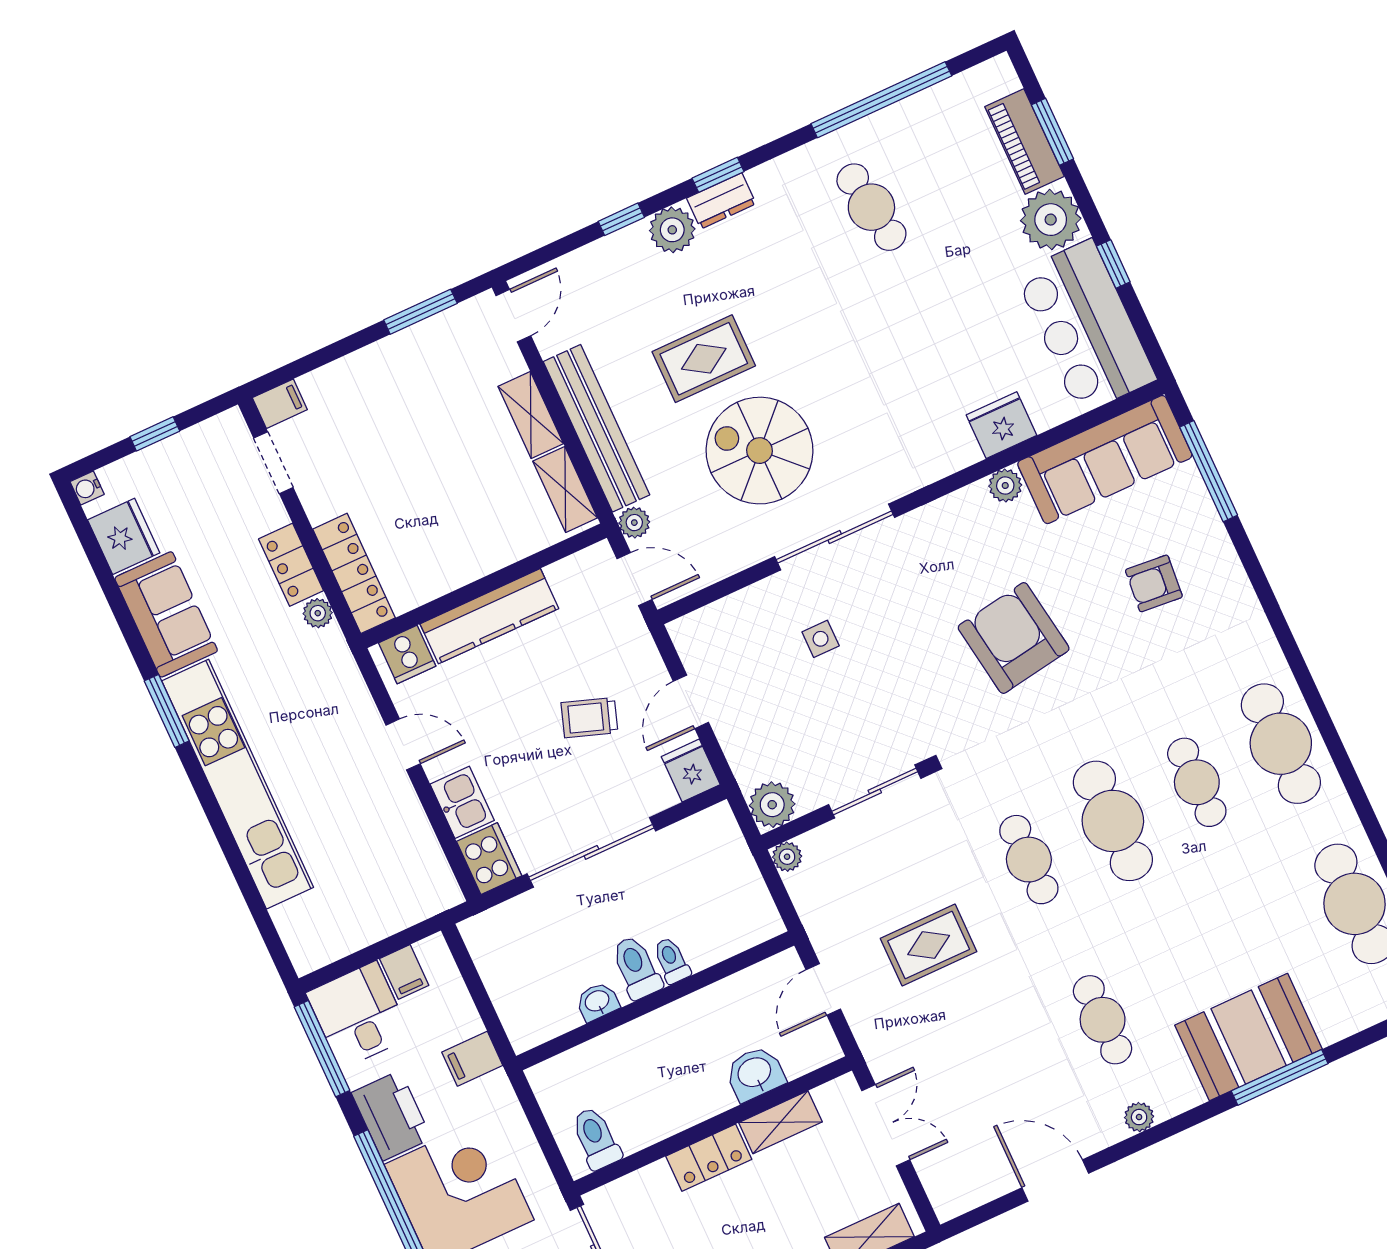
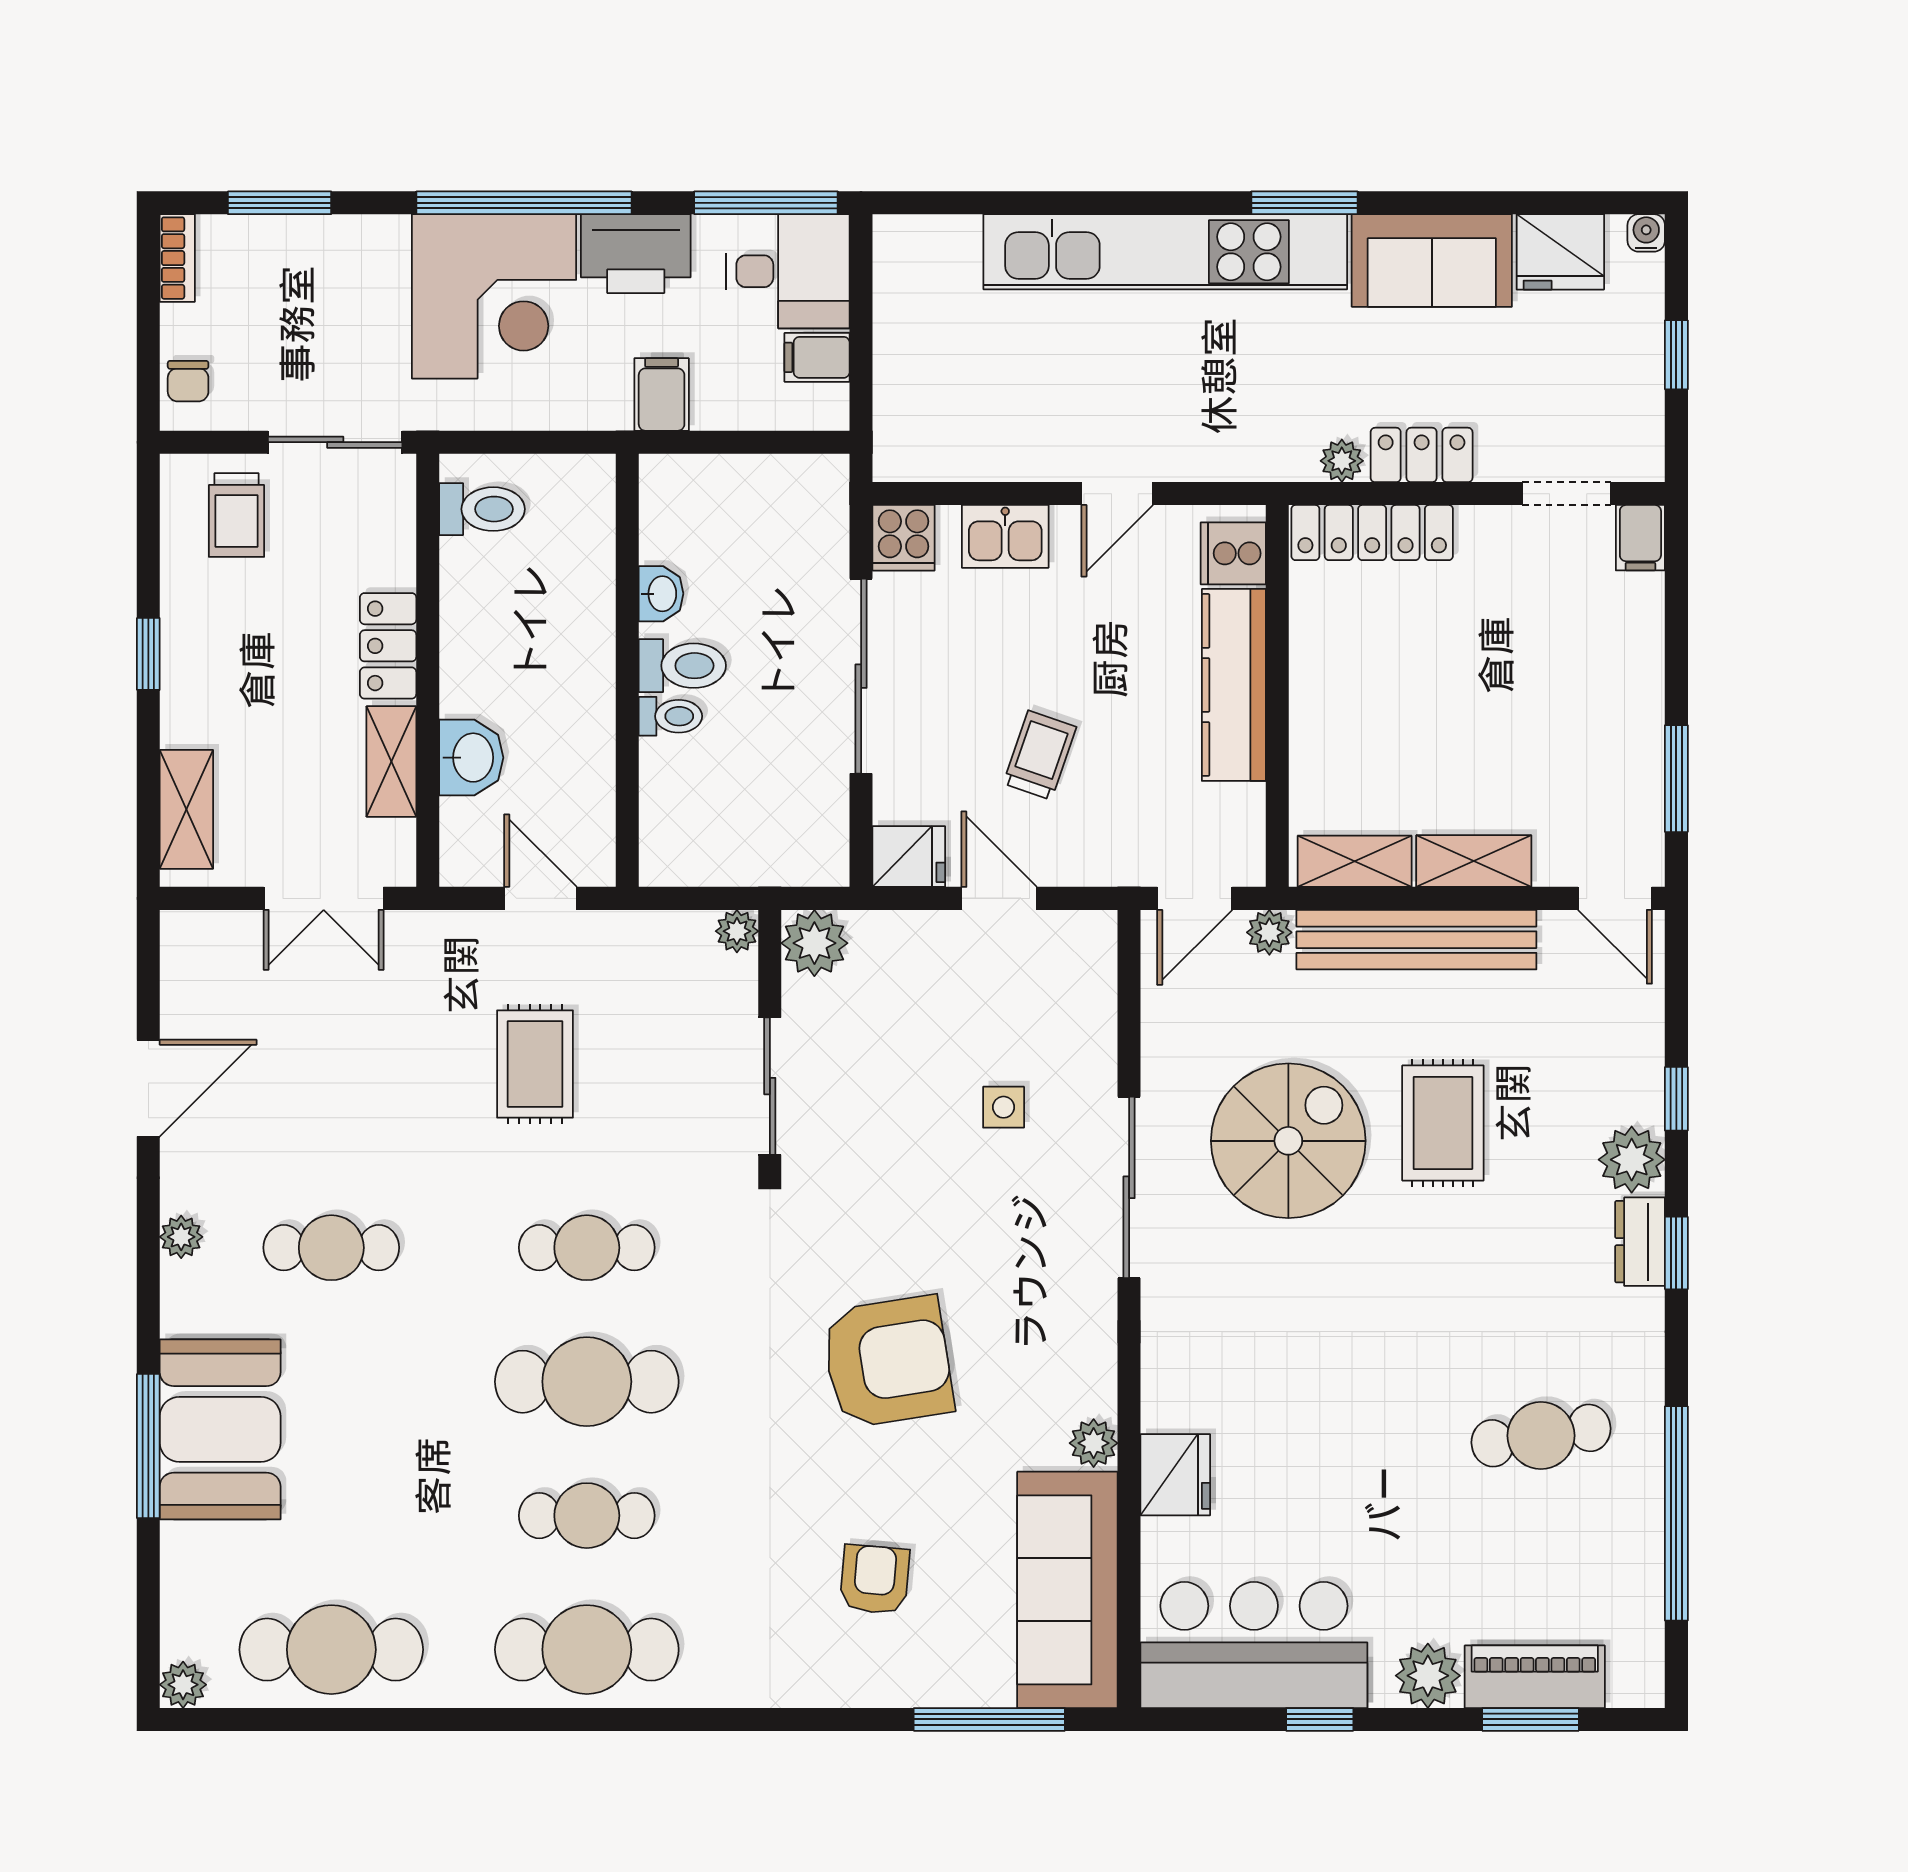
plant: (1051, 220) -> (1428, 1676), width x0.73, depth x0.73
cooker: (489, 859) -> (904, 538), width x0.73

